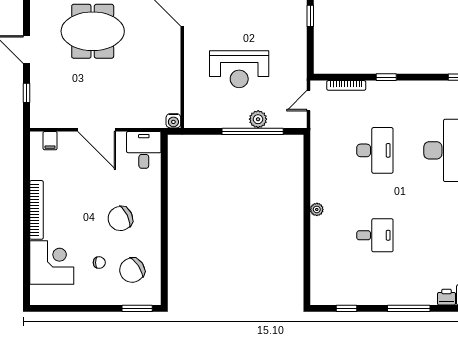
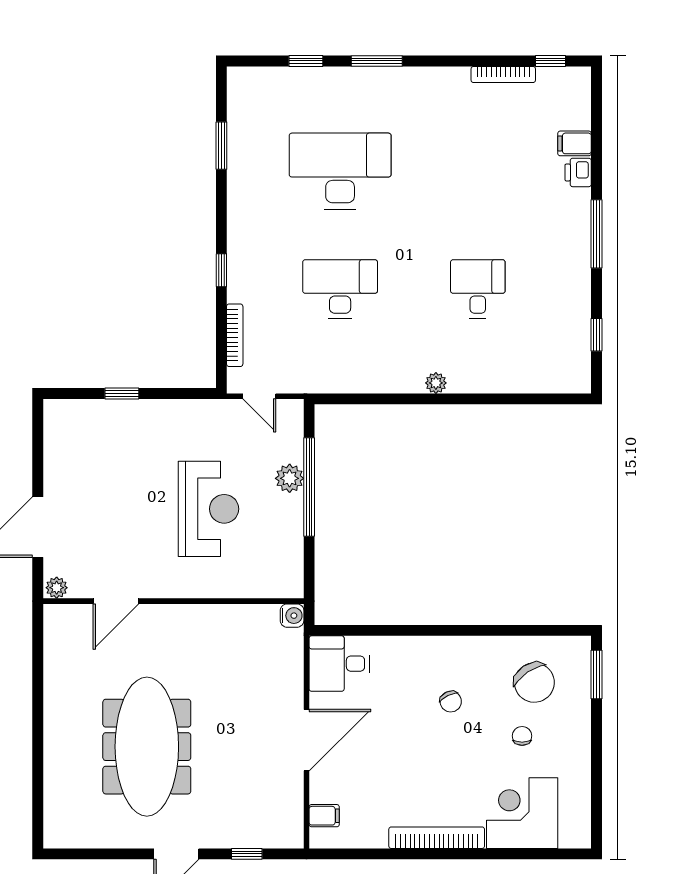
meeting table: (93, 31) -> (147, 747), width x1.36
chair: (120, 219) -> (451, 702), width x0.54, depth x0.54

